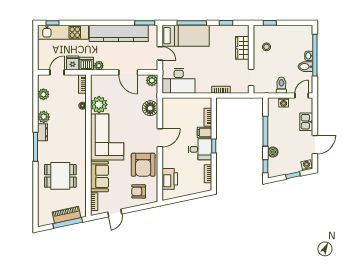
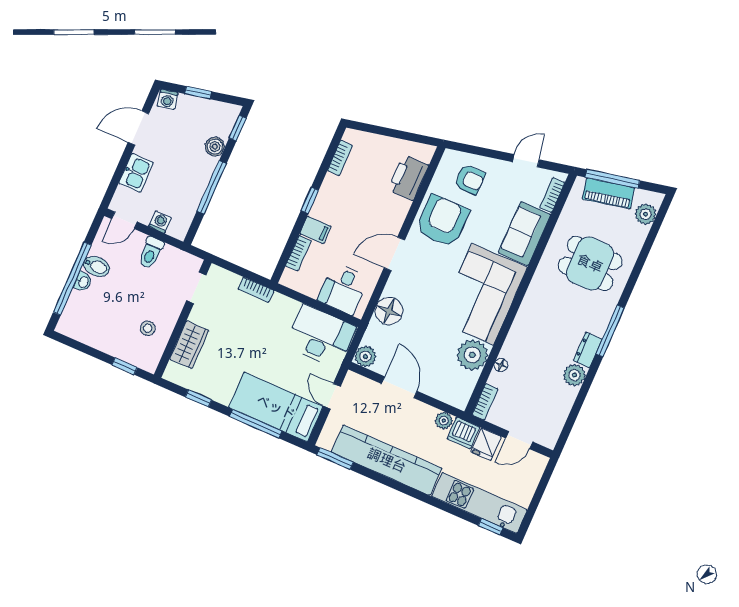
plant: (43, 94) -> (646, 214), moved
desk: (200, 149) -> (343, 289), moved, turned -90

